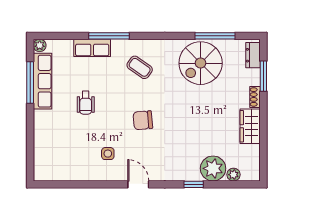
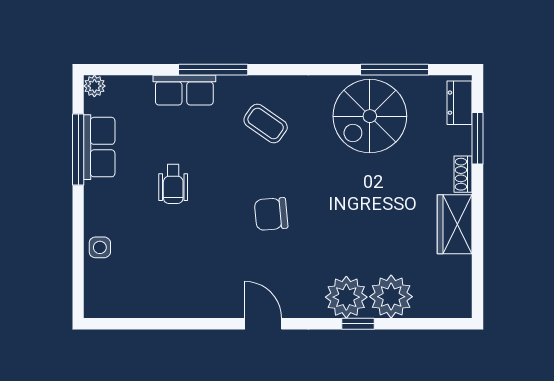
row of seats: (42, 81) -> (99, 147), width x0.68
side table: (108, 154) -> (100, 247), moved
plant: (233, 175) -> (346, 297), moved, width x1.87, depth x1.87

